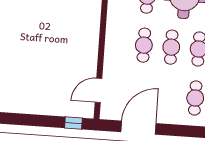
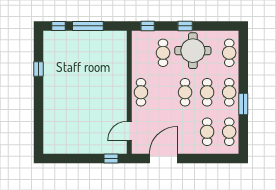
cafe table: (144, 45) -> (141, 92), moved

